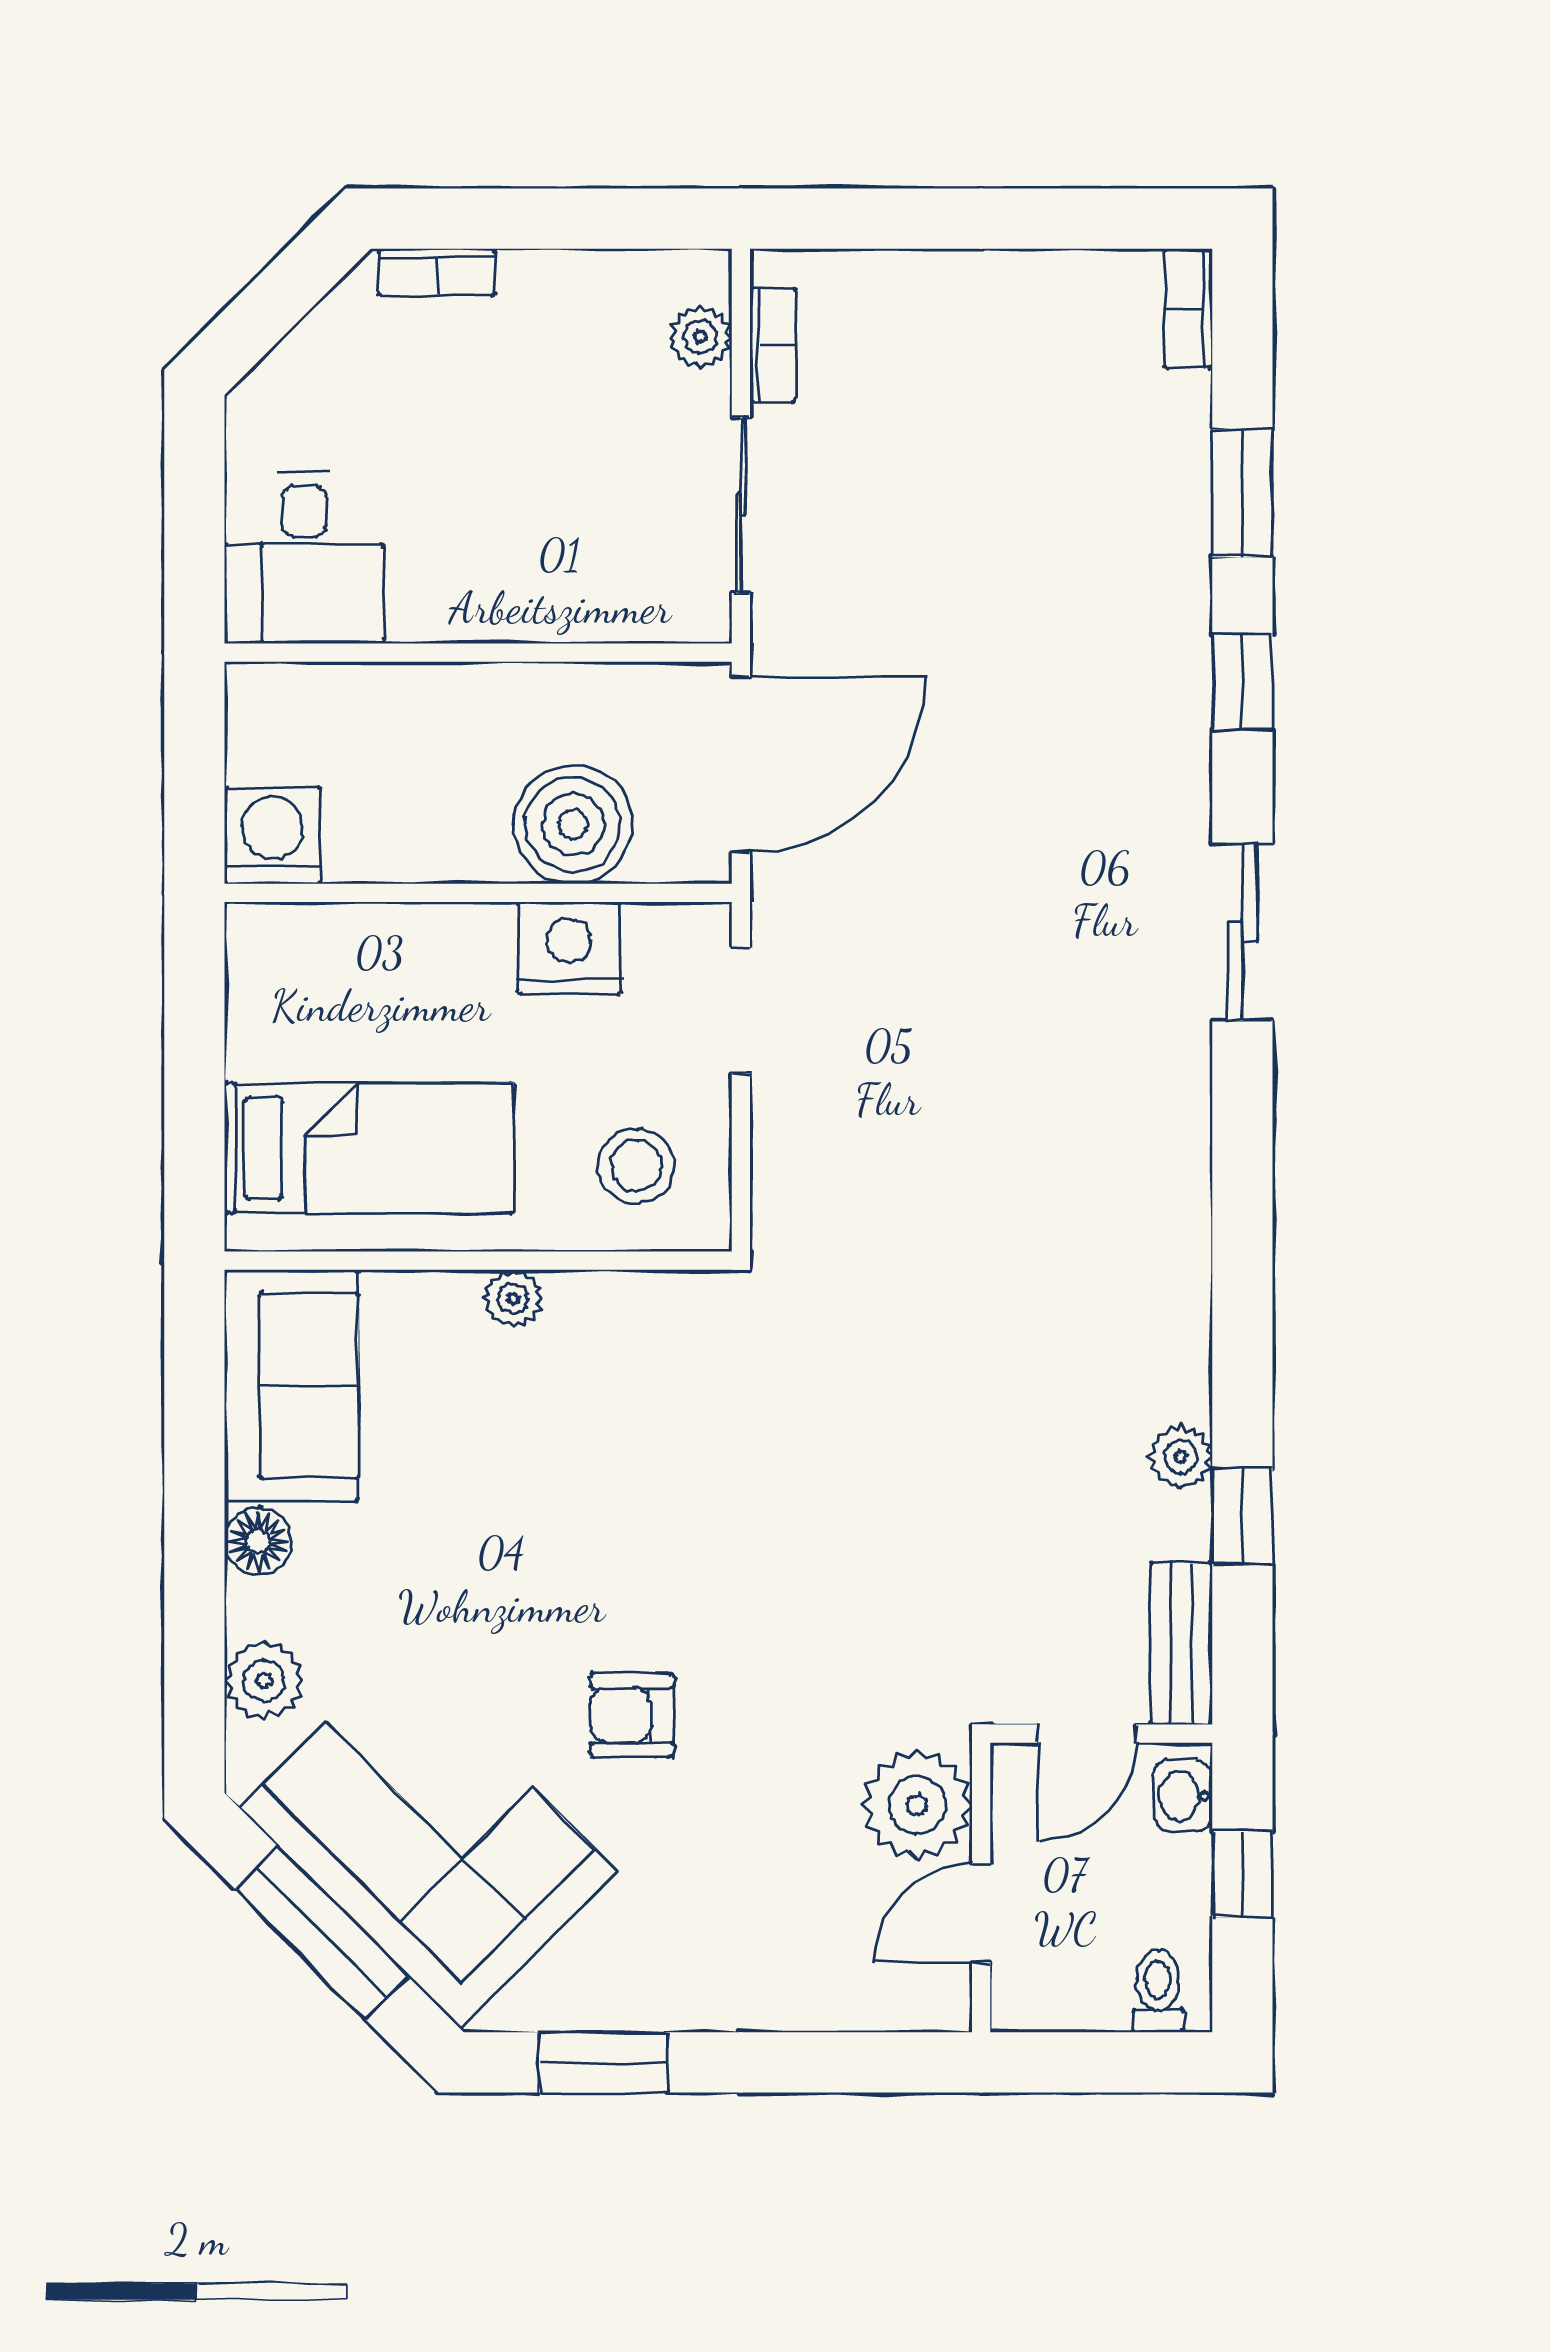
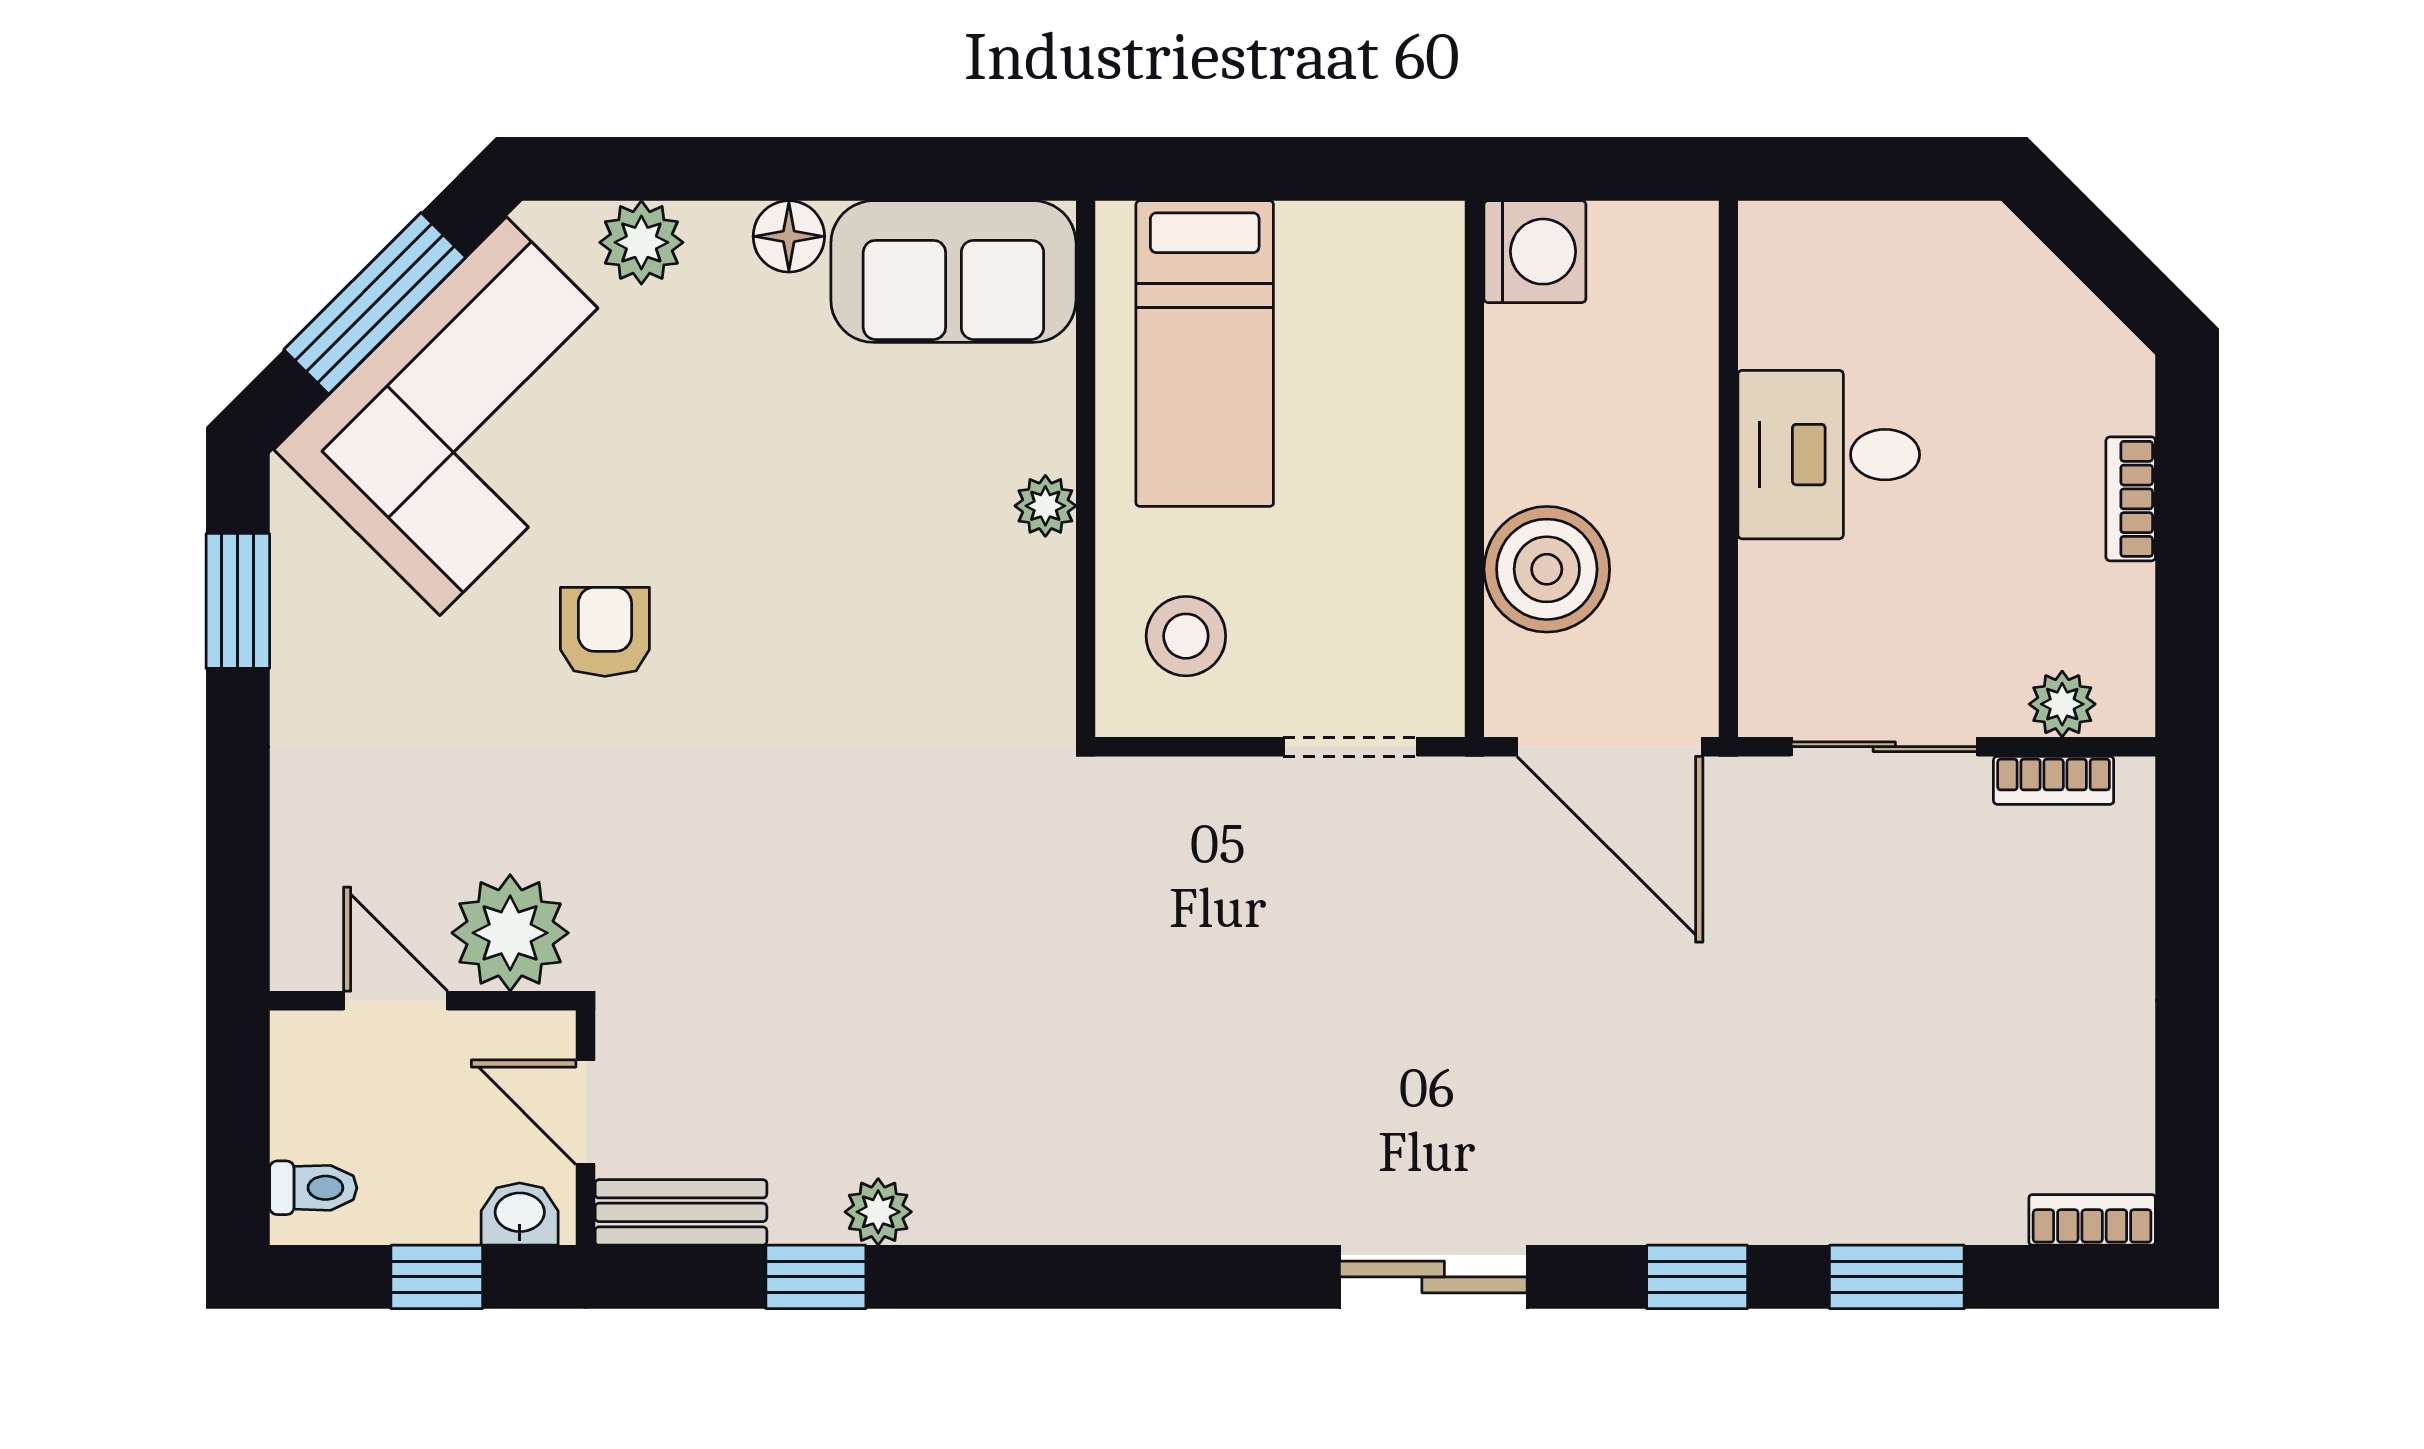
bookcase: (437, 272) -> (2131, 499), moved
desk: (304, 558) -> (1829, 455), moved
nightstand: (569, 948) -> (1416, 565), removed

